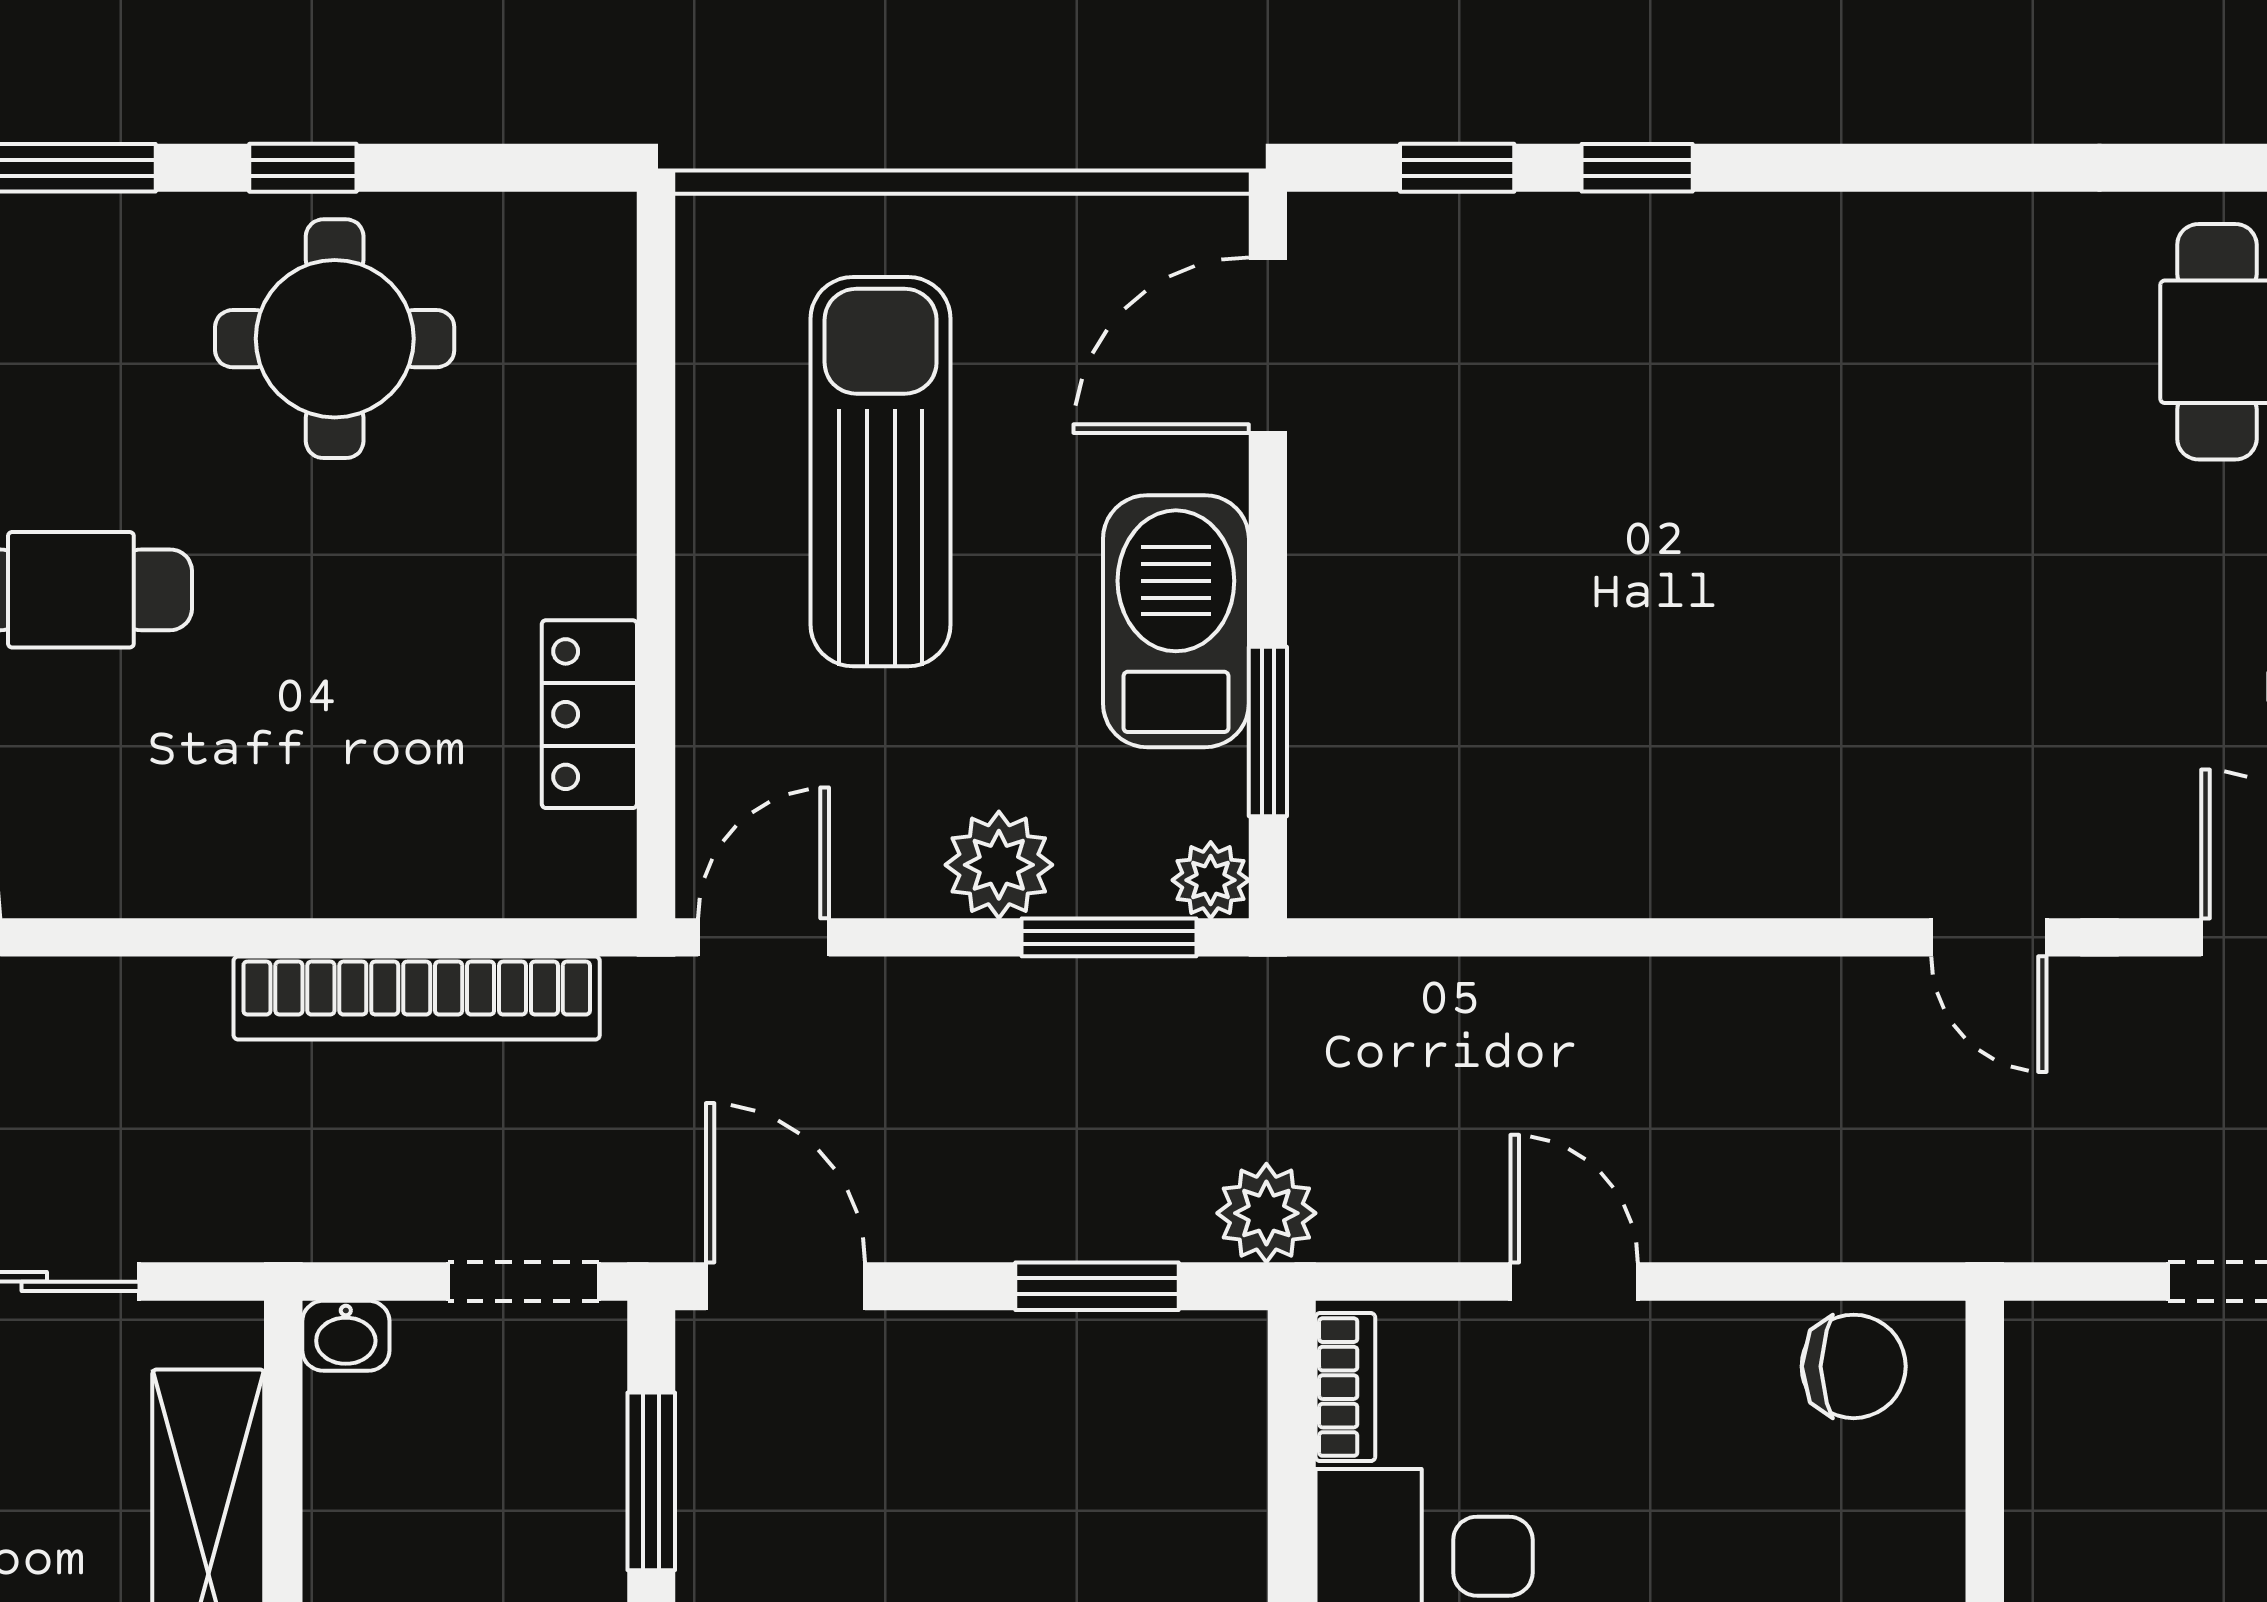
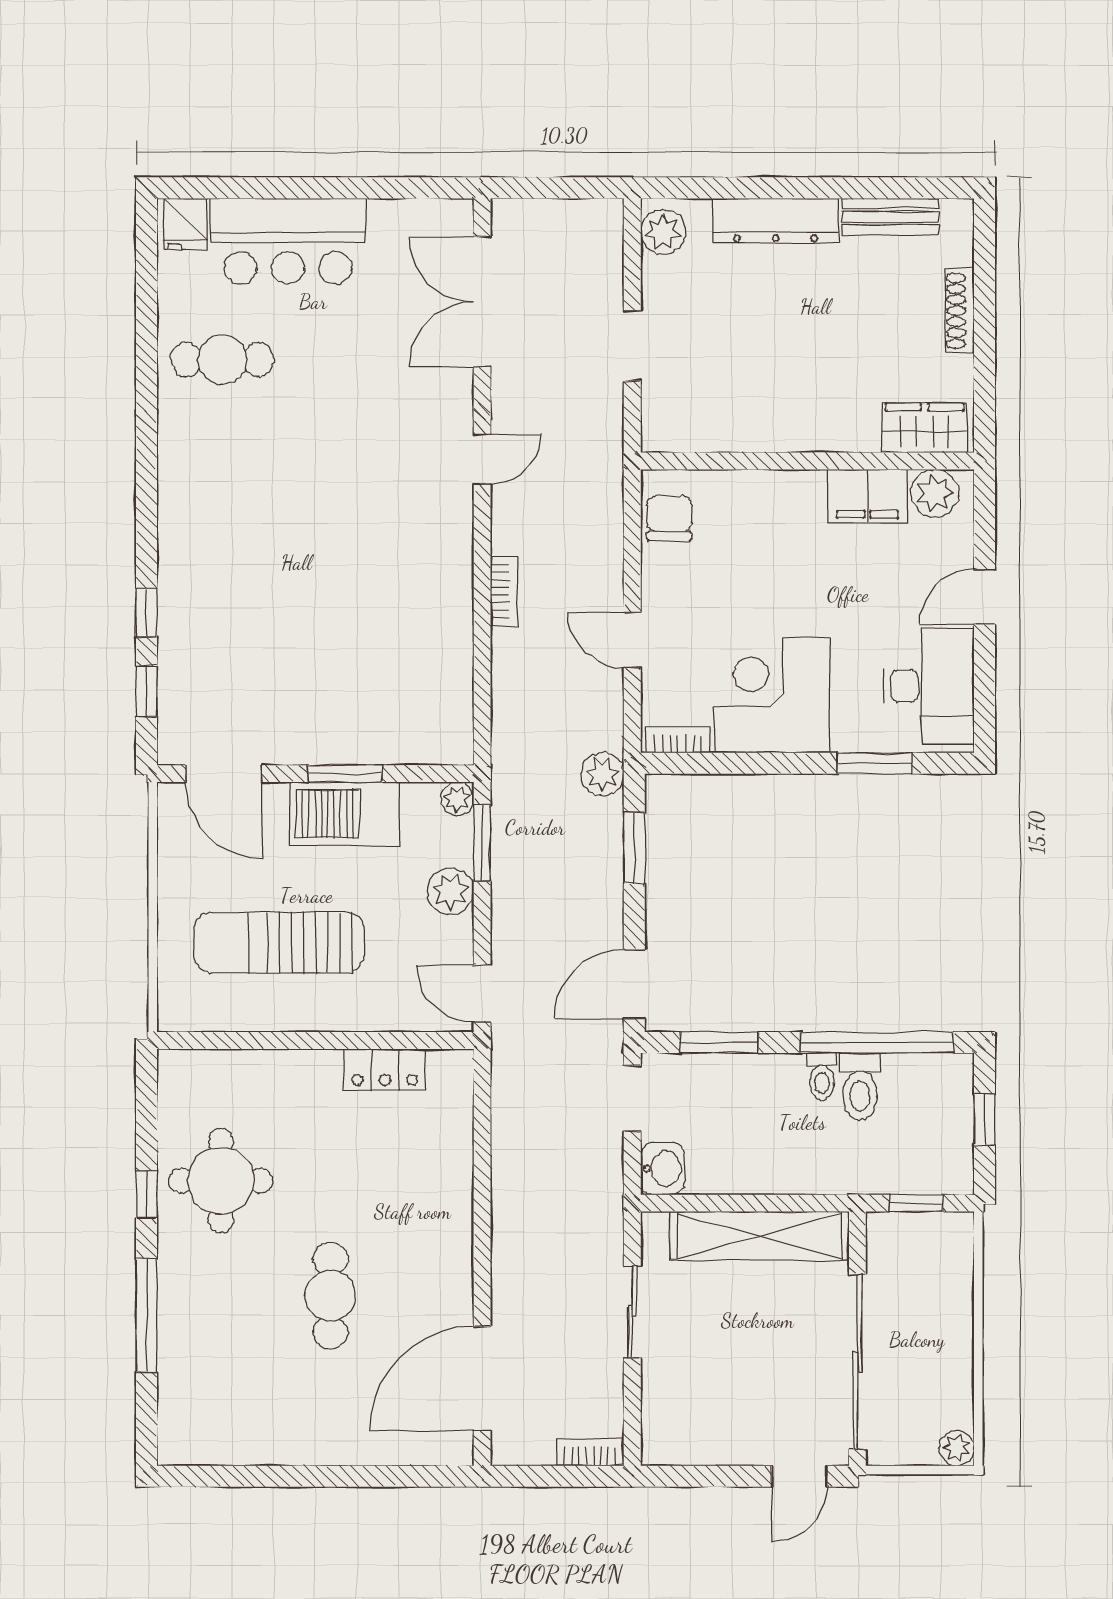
window: (1268, 731) -> (345, 774), moved
bookcase: (417, 998) -> (504, 591), moved, width x0.43, depth x0.76
door: (1574, 1282) -> (632, 640), hinge flipped
washbasin: (346, 1336) -> (663, 1169), width x1.38, depth x1.45

